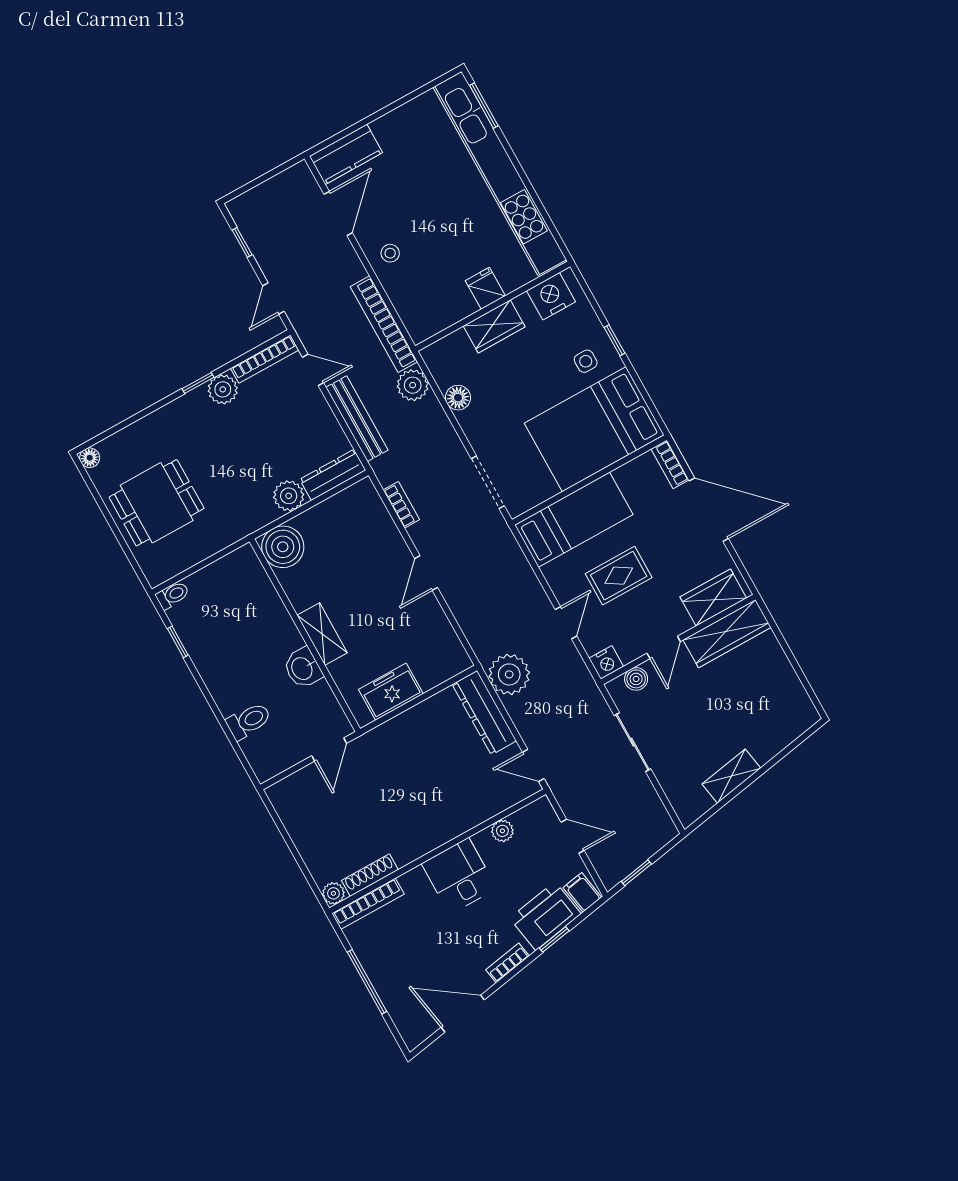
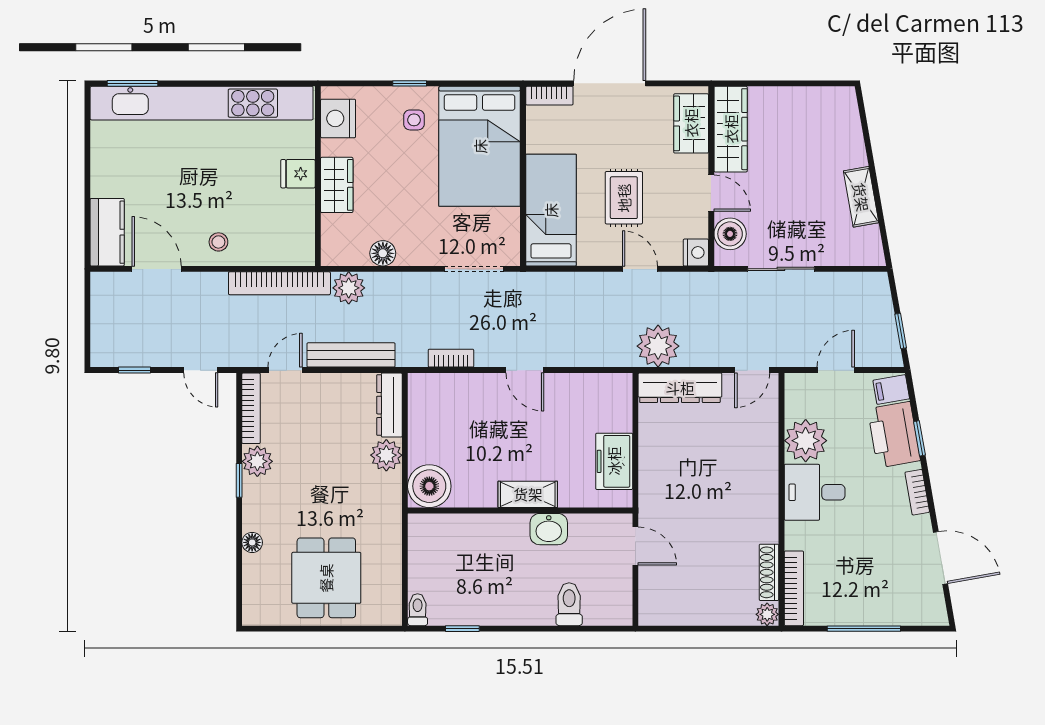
floor lamp: (90, 458) -> (252, 542), moved
boiler: (636, 679) -> (730, 234), width x1.36, depth x1.36
plant: (502, 831) -> (806, 441), width x1.88, depth x1.88
door: (463, 1014) -> (940, 558), swing flipped

